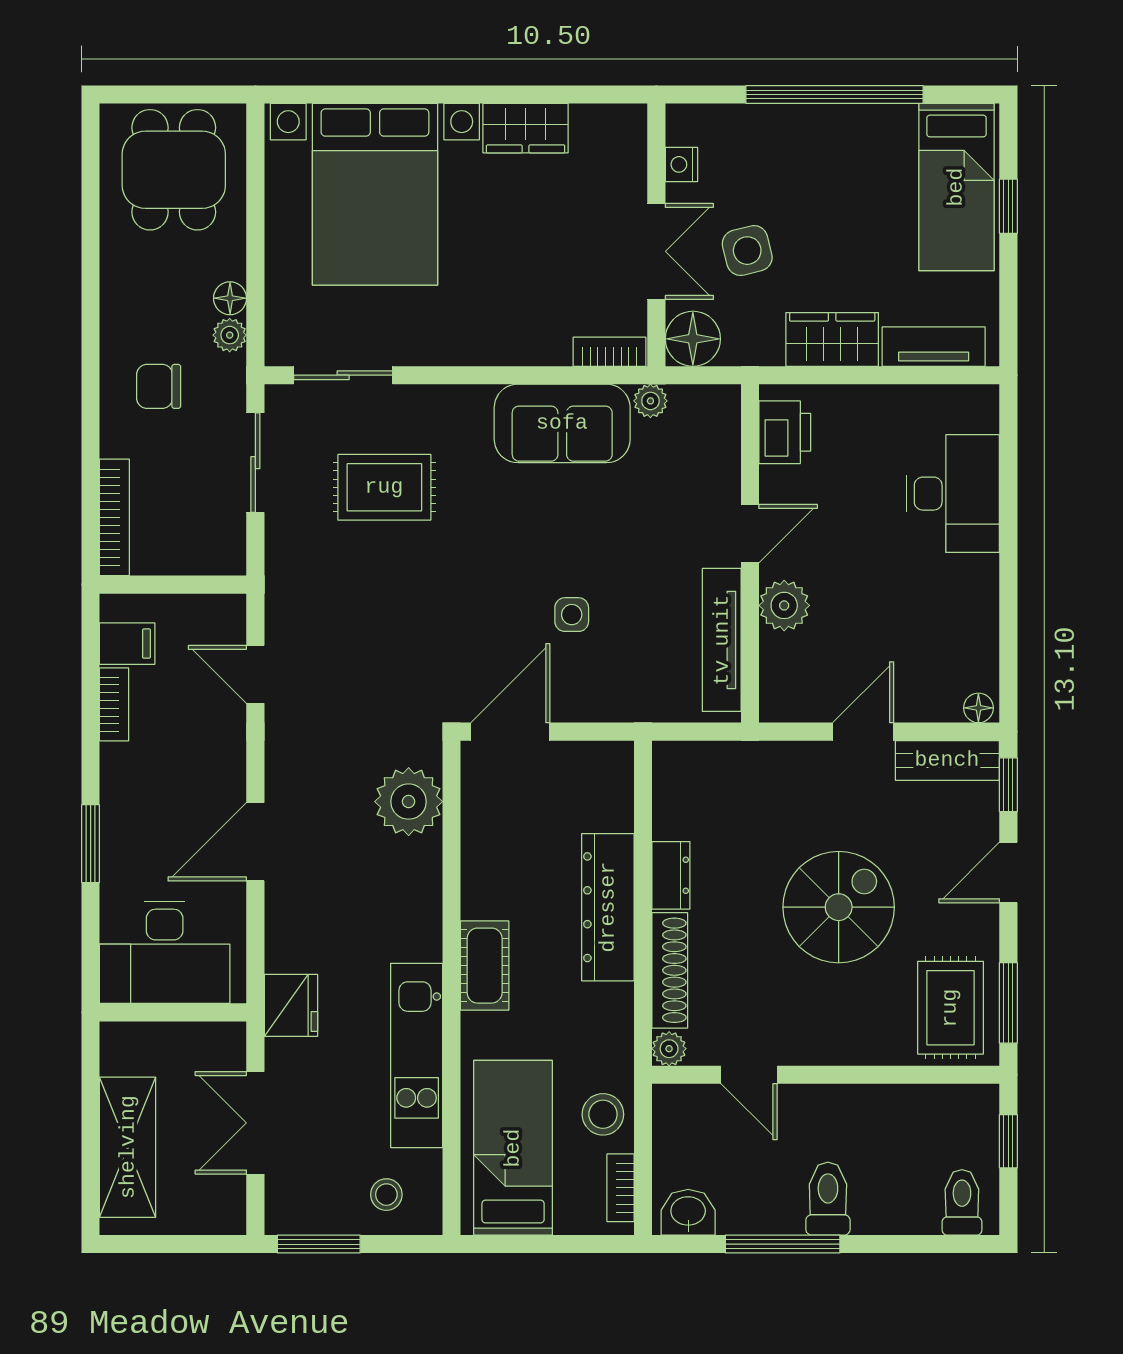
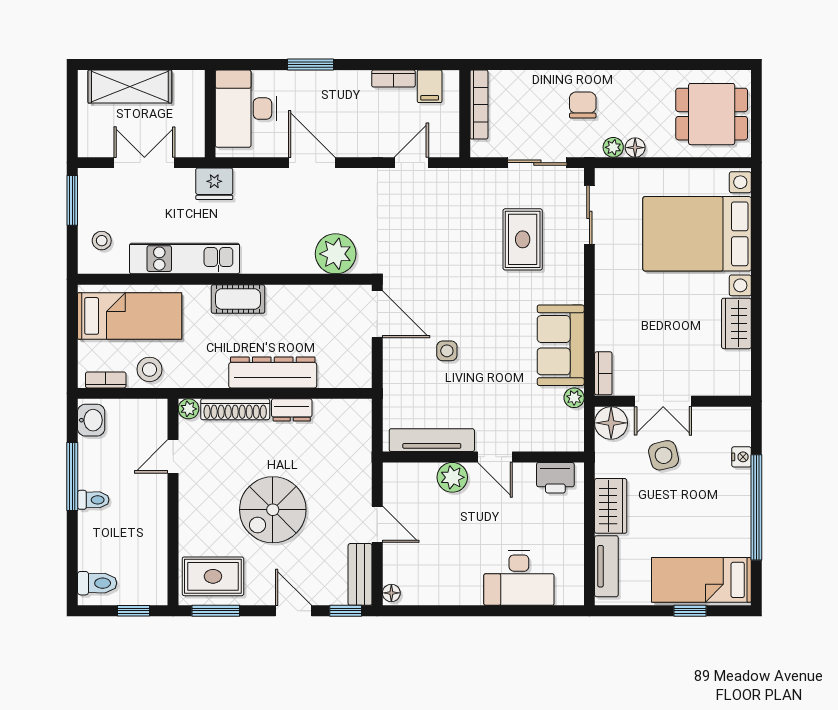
nightstand: (681, 164) -> (741, 457), moved, turned 90
bookcase: (114, 517) -> (479, 105), moved, turned -90
spiral stairs: (839, 907) -> (273, 510), turned 90
toilet: (828, 1199) -> (93, 500), width x0.73, depth x0.72

